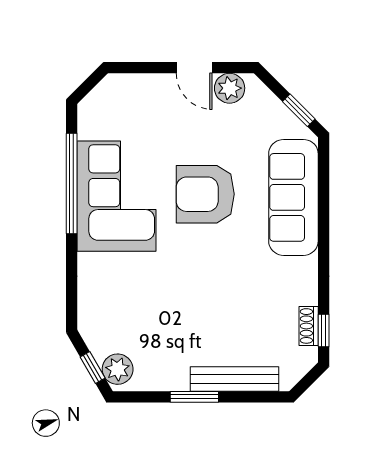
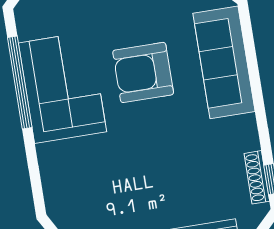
shoe rack: (309, 326) -> (257, 177), width x1.43

